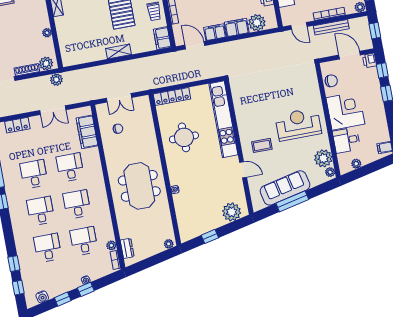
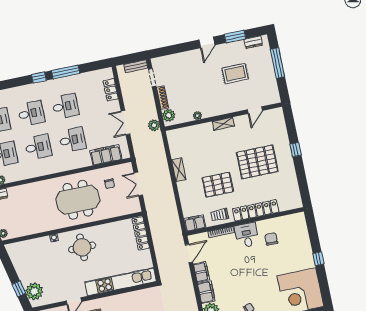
shelving: (119, 51) -> (179, 170), moved
round table: (184, 137) -> (82, 247), moved
meeting table: (139, 186) -> (78, 200), moved
window: (210, 236) -> (19, 289), moved

